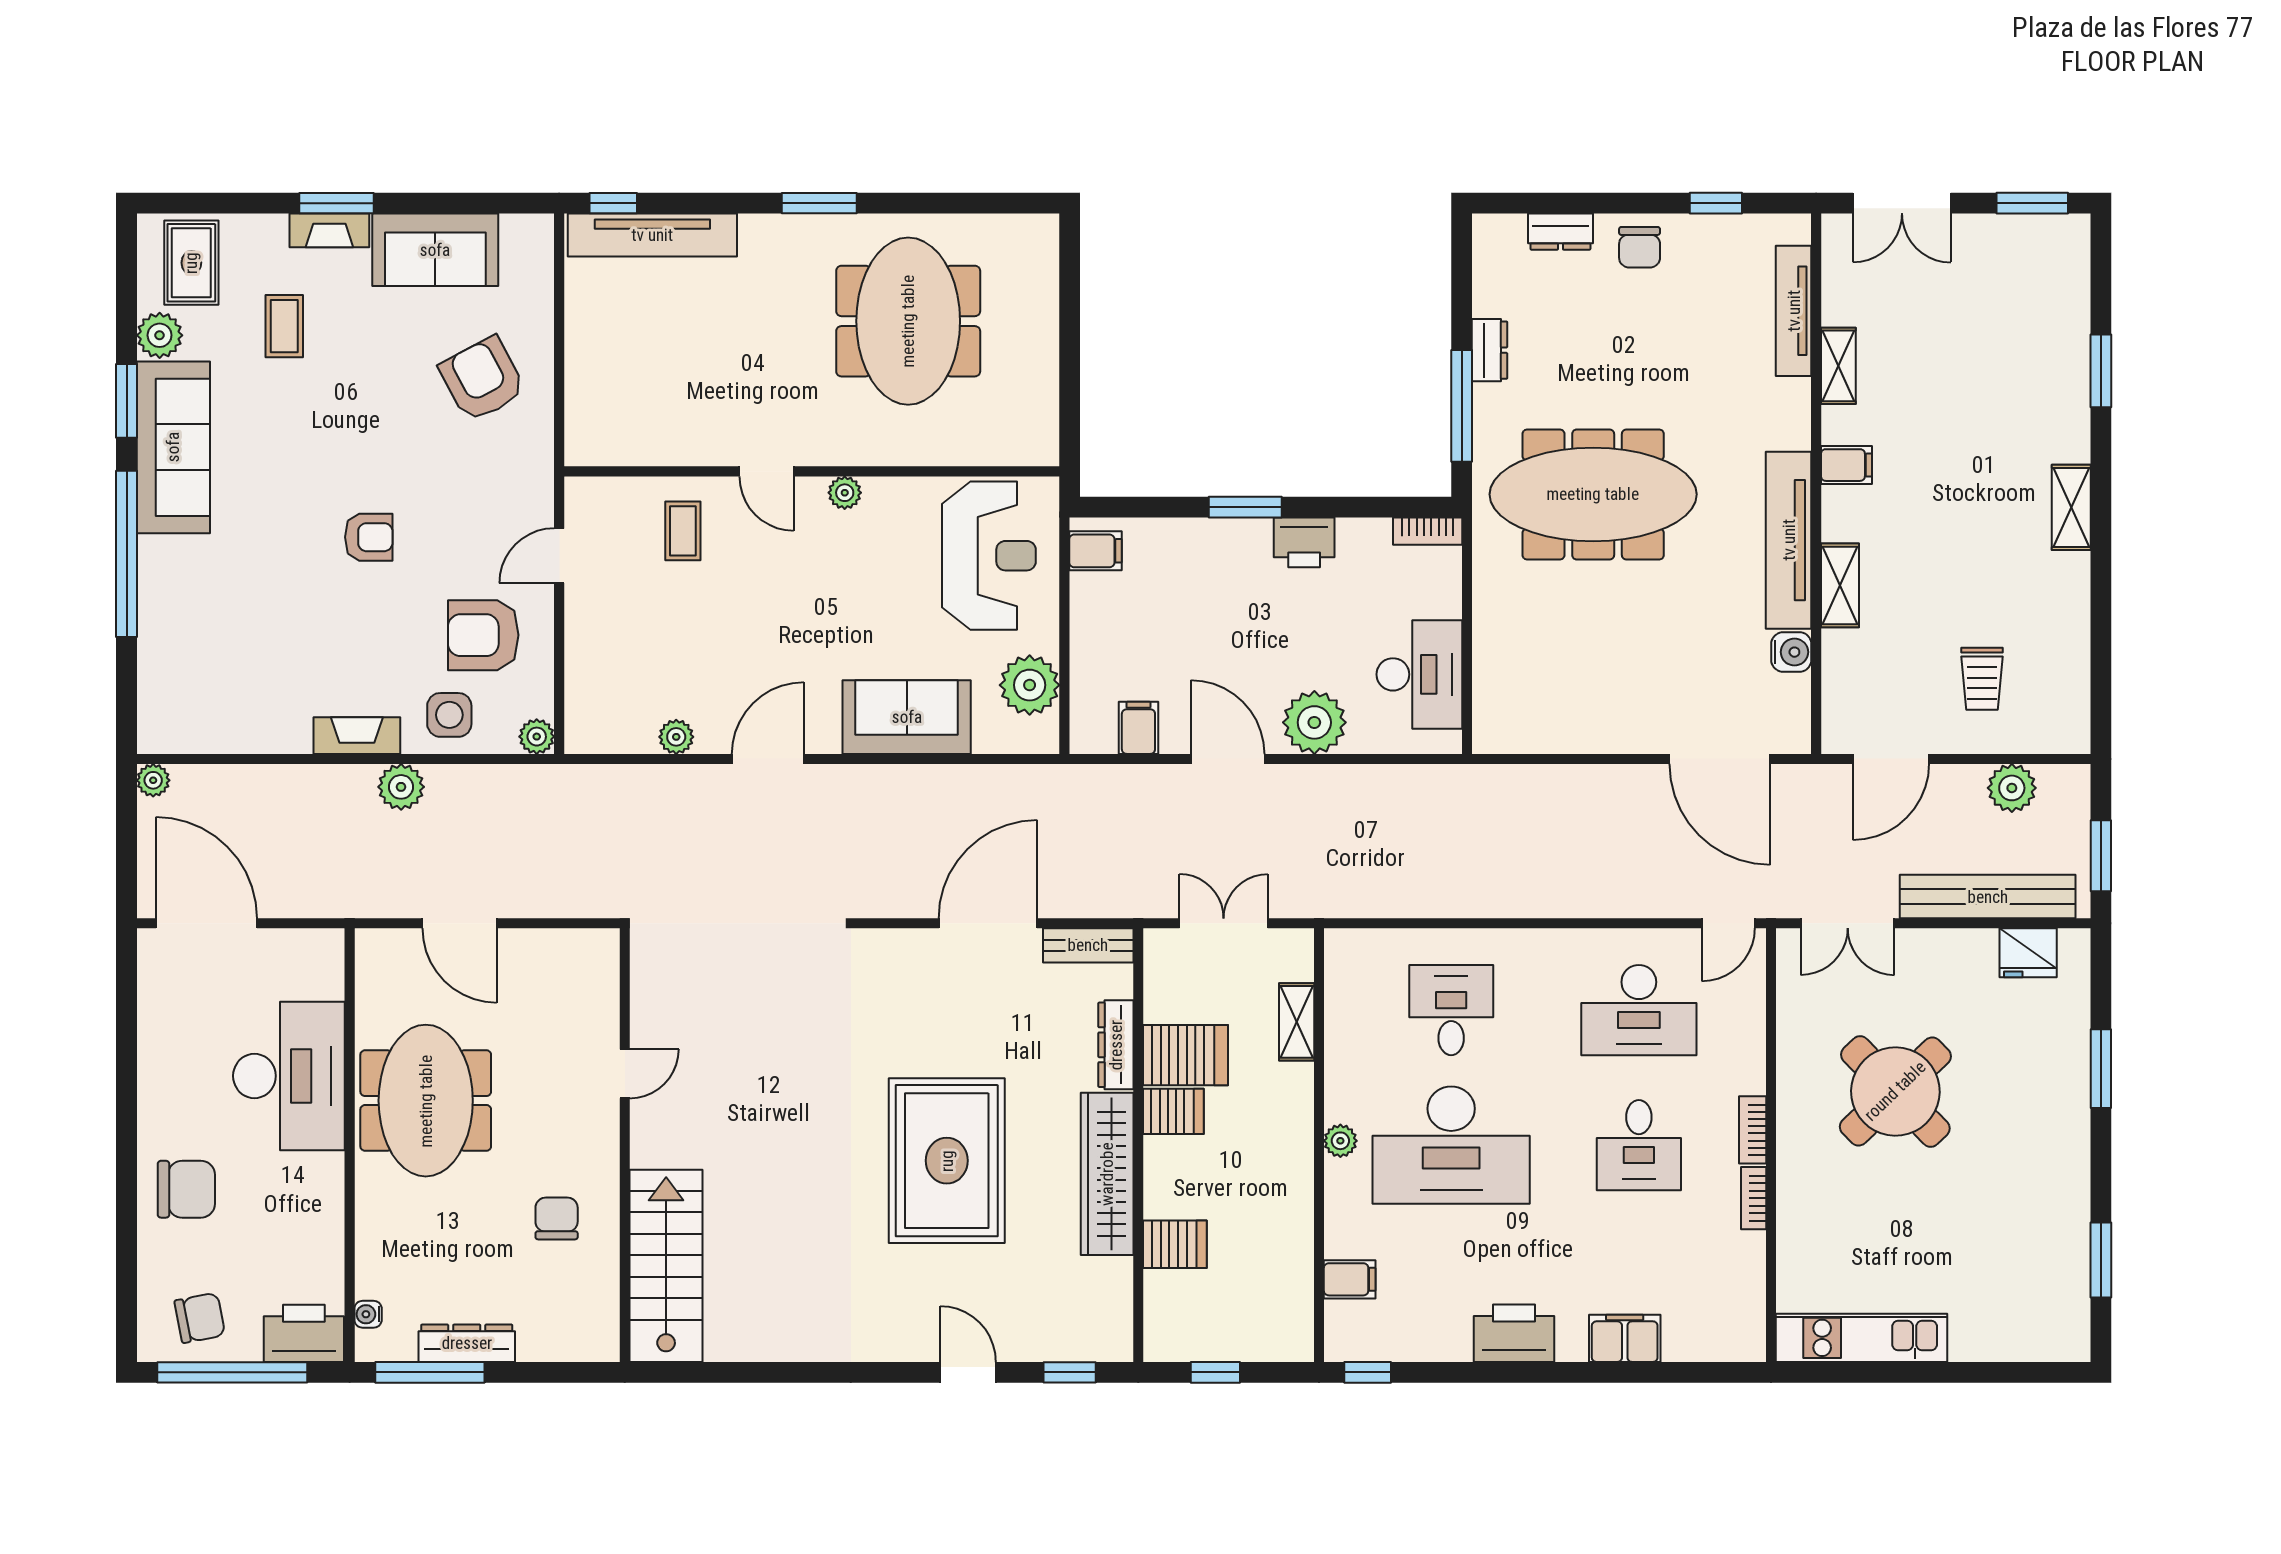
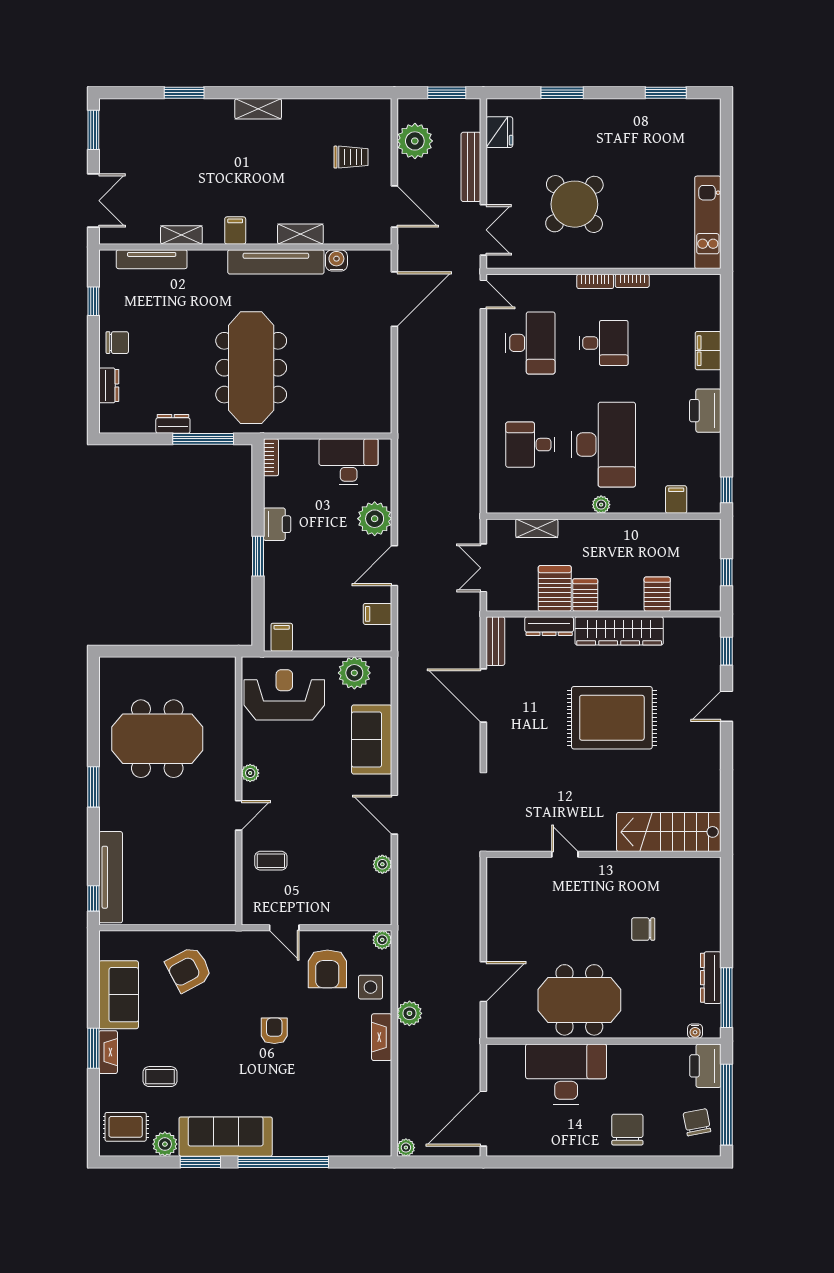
plant: (2012, 788) -> (415, 141), width x1.36, depth x1.36
bench: (1988, 897) -> (471, 167), width x0.73, depth x0.82
door: (625, 1074) -> (565, 854), moved
wall: (625, 1145) -> (603, 854), moved
stairs: (666, 1266) -> (669, 832), moved

